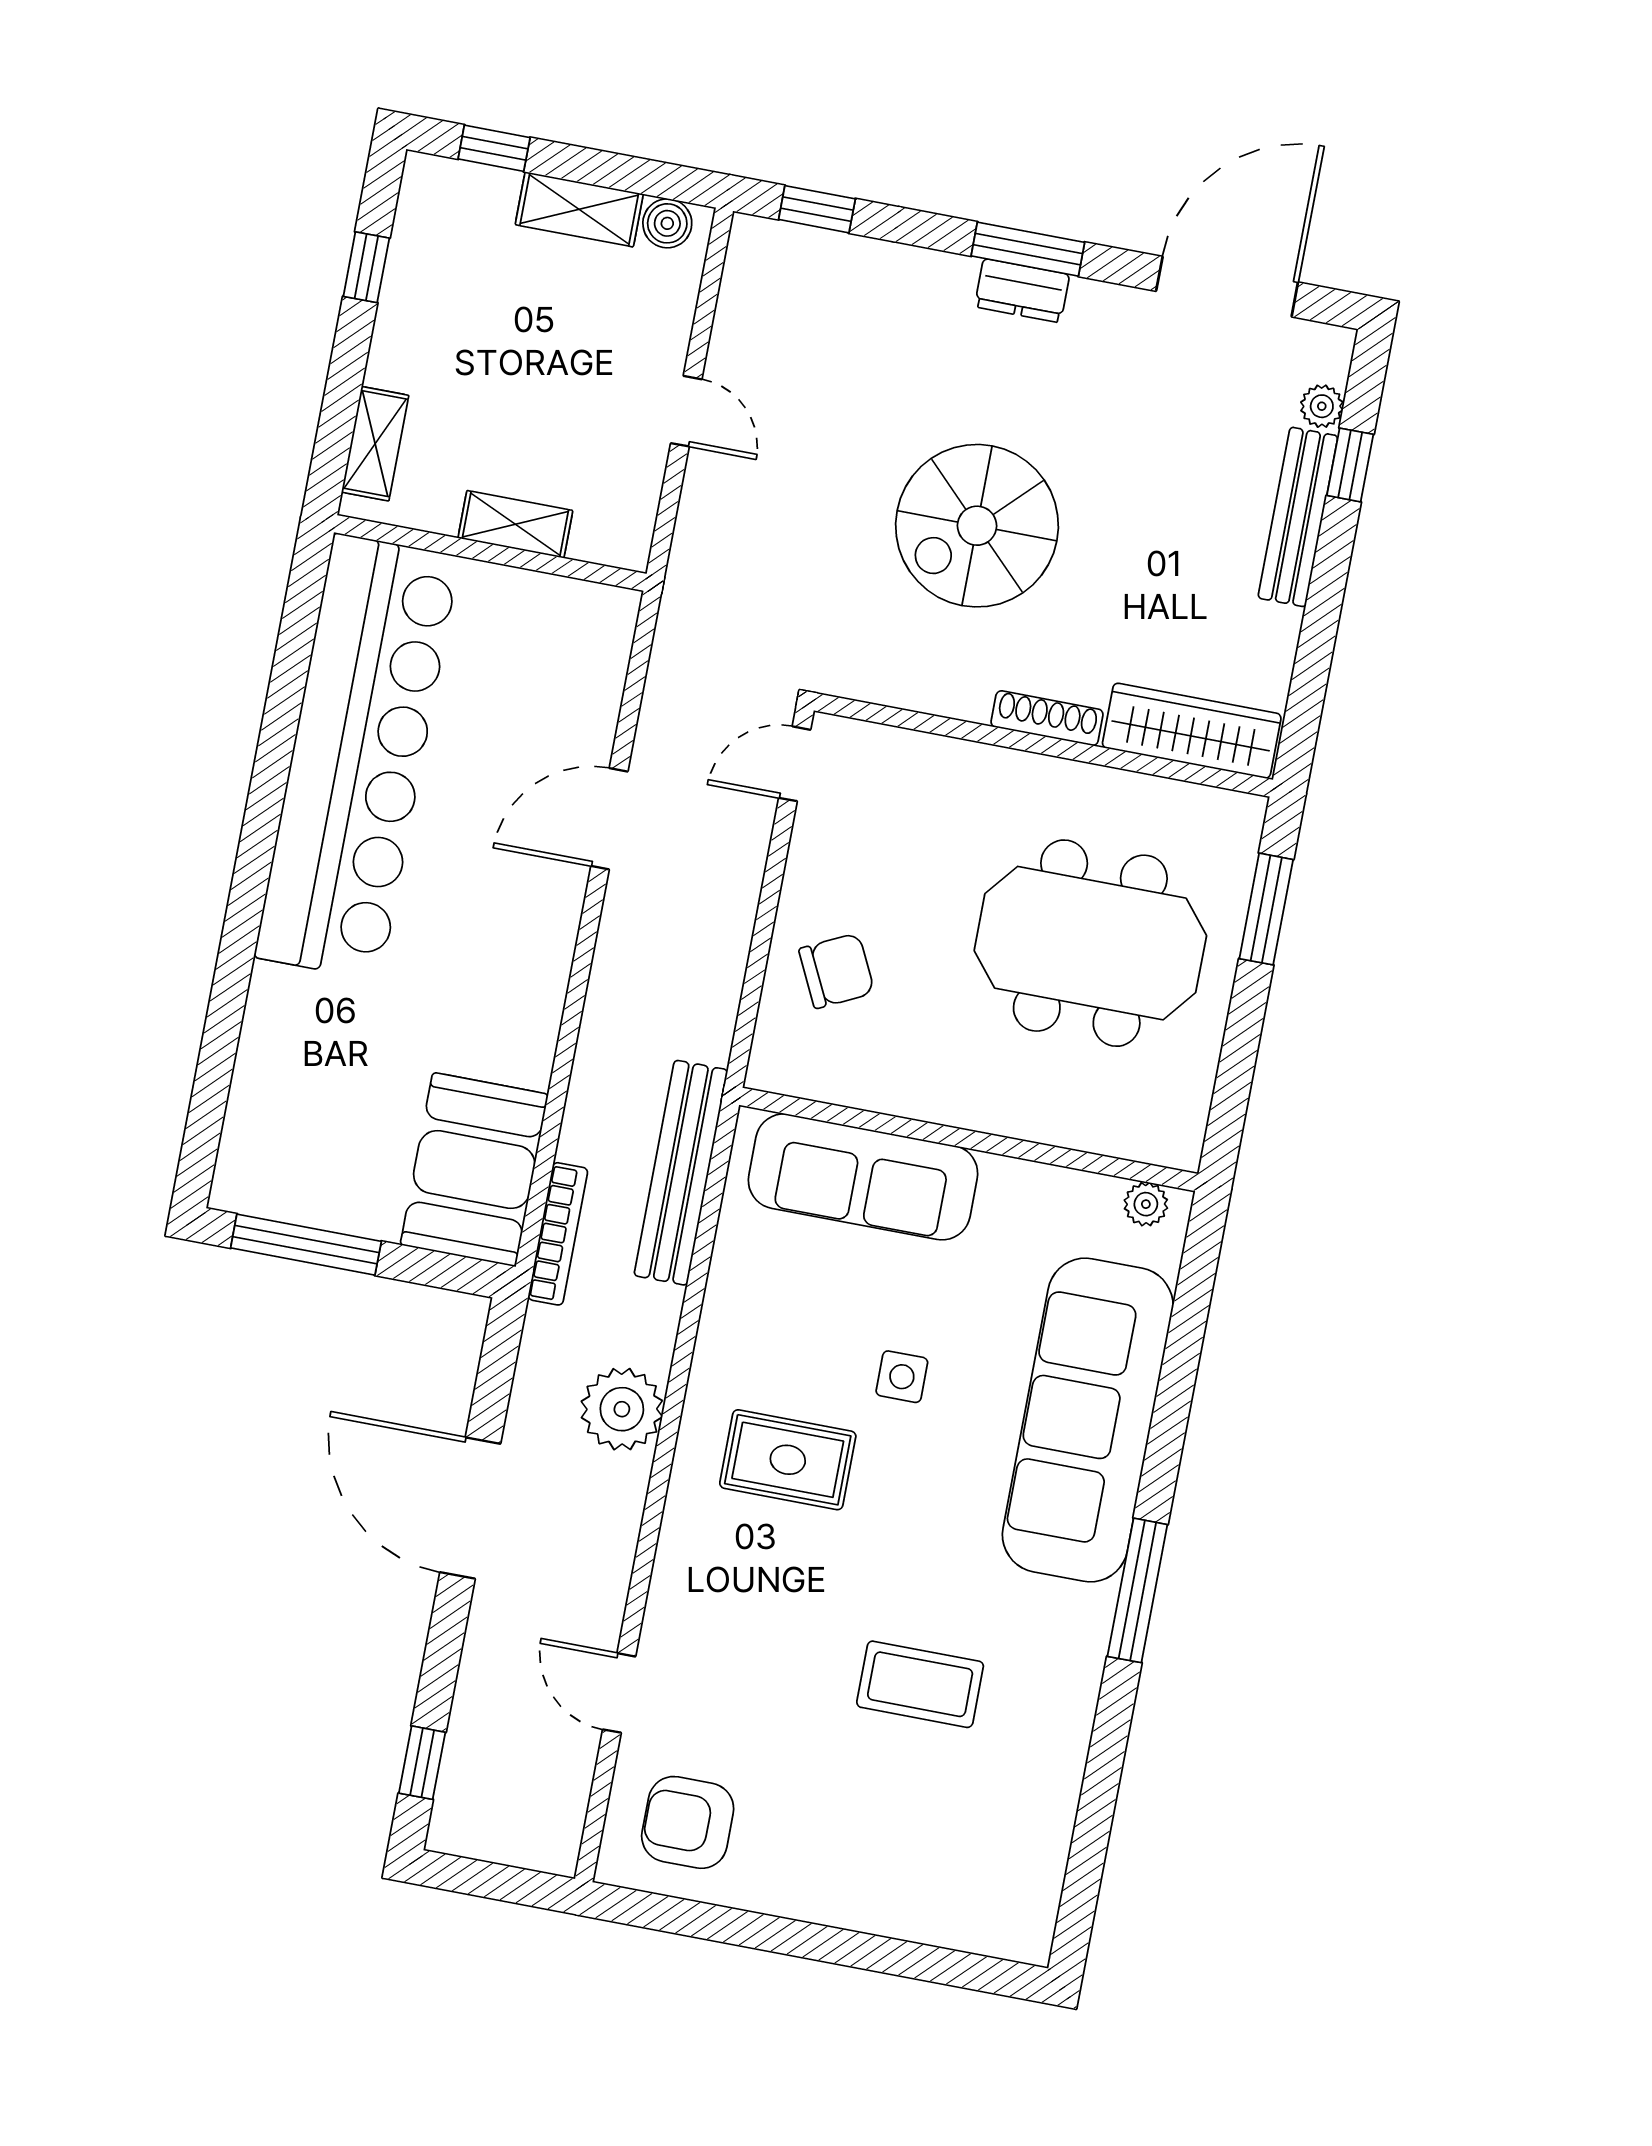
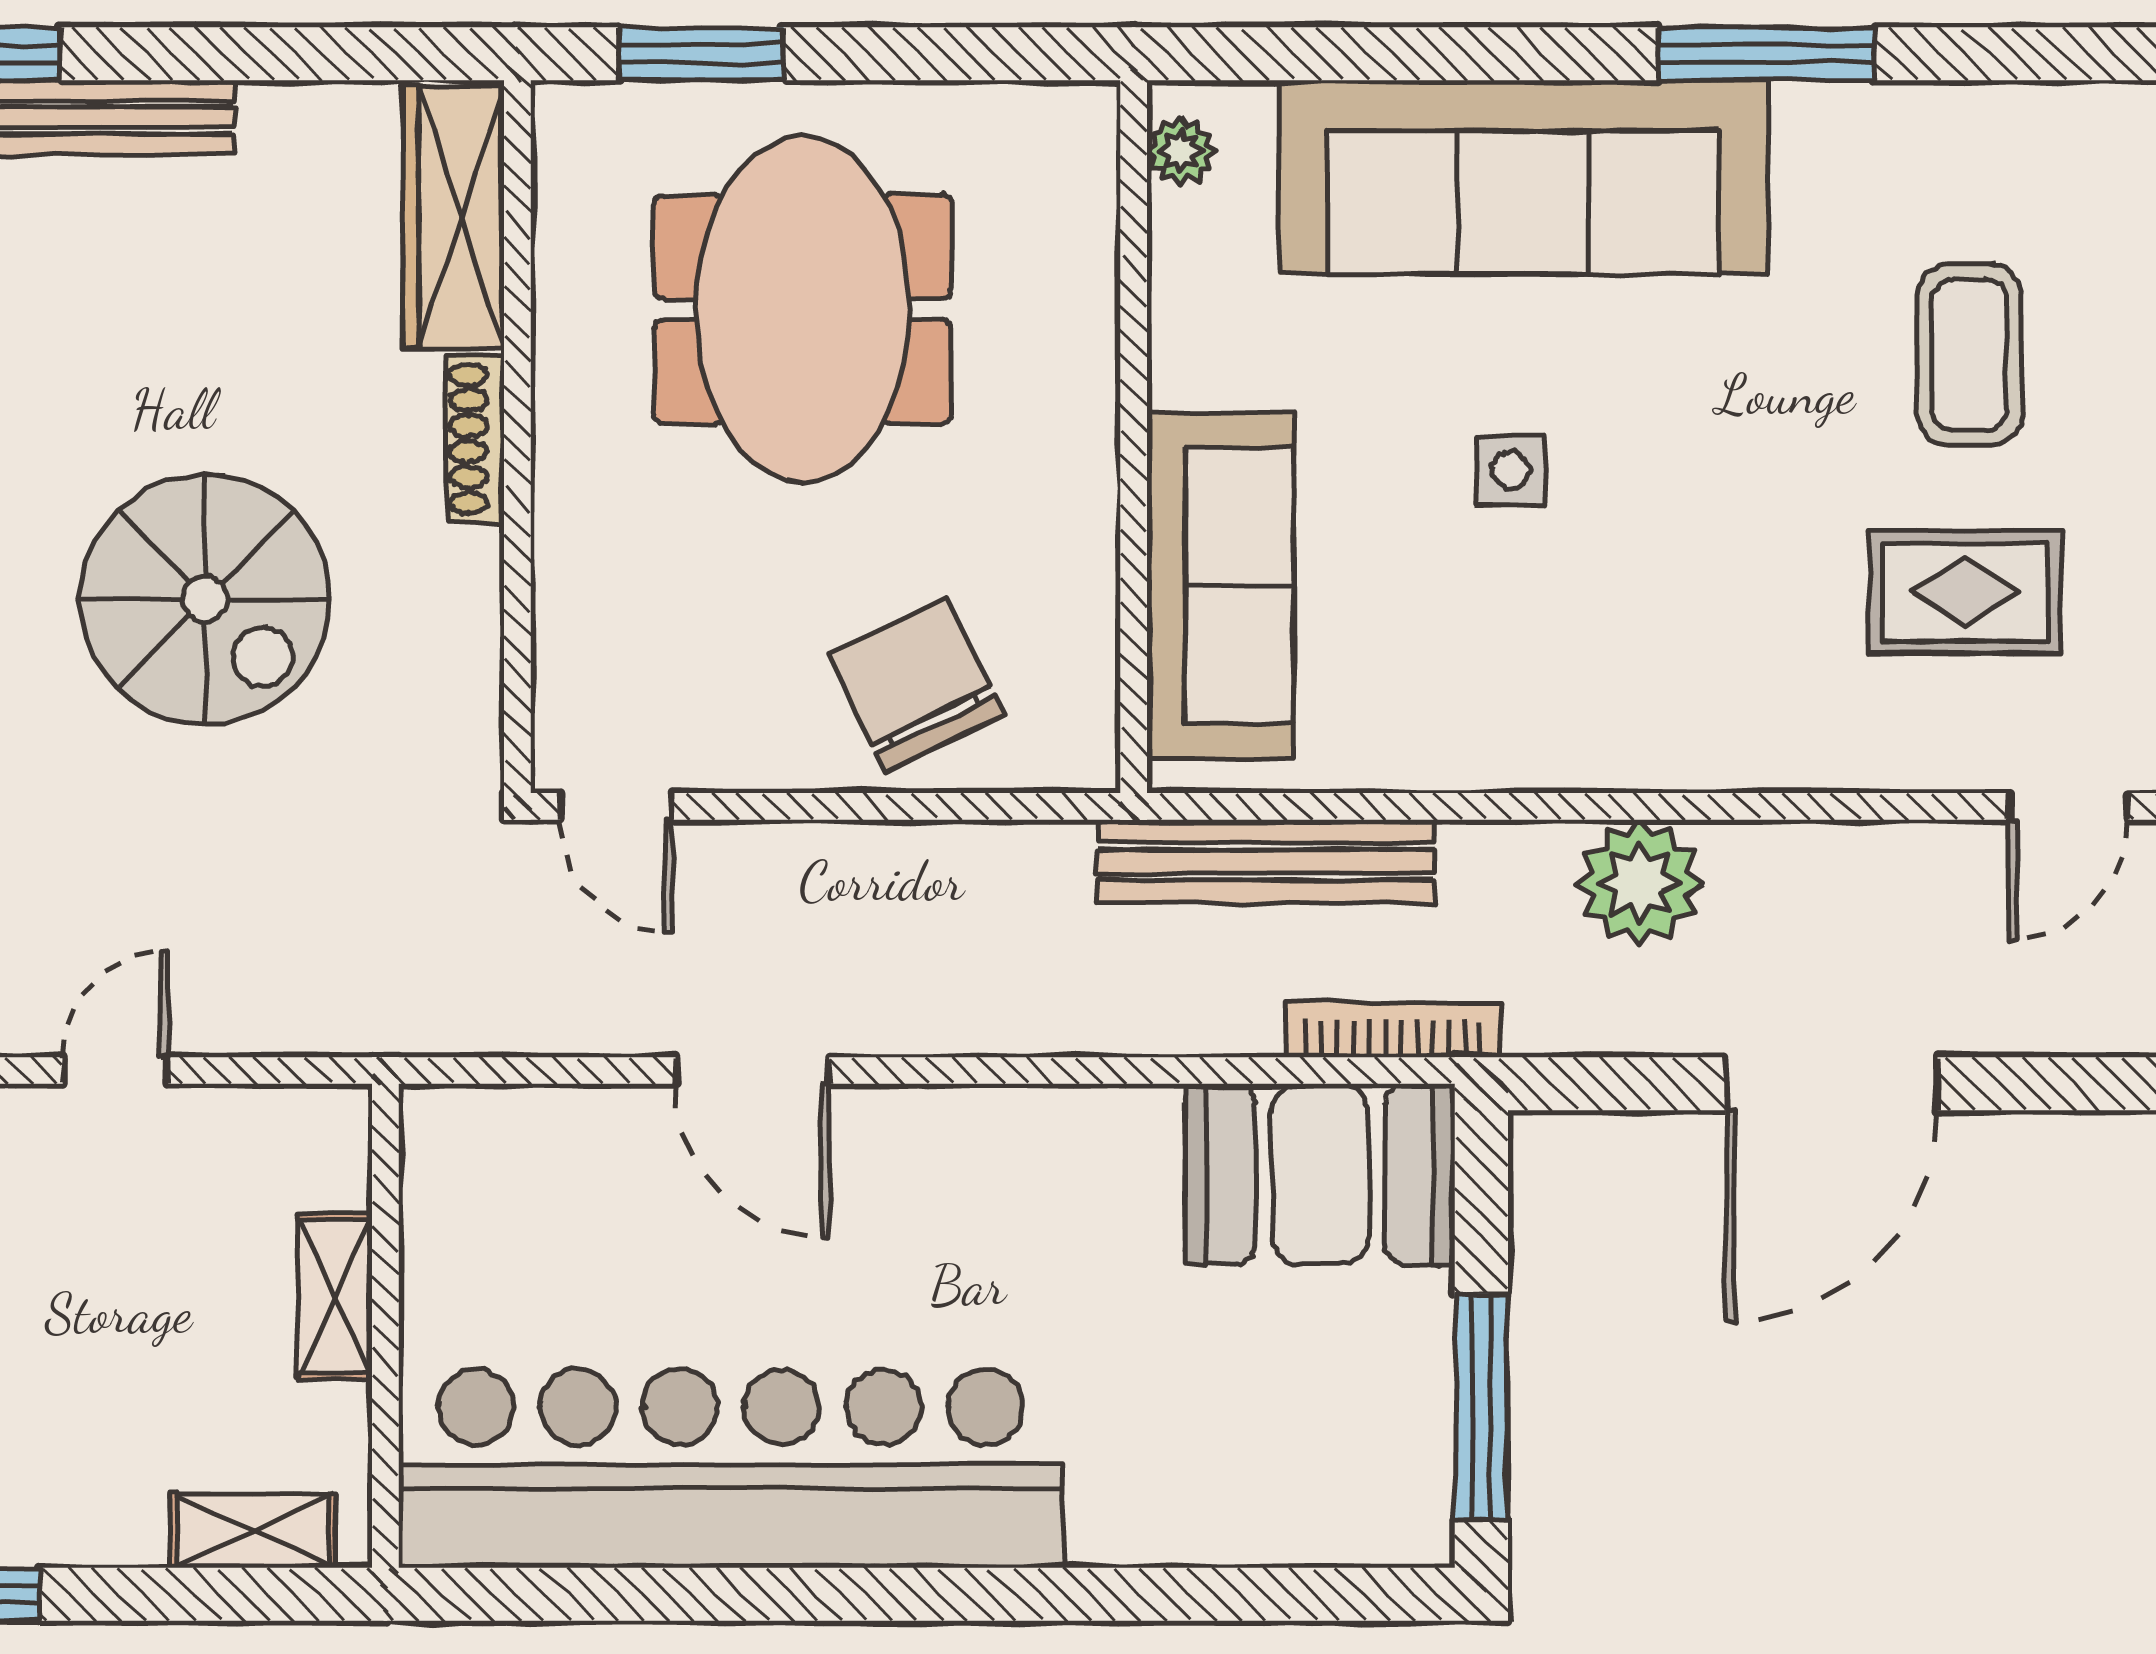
chair: (837, 971) -> (917, 684), width x1.37, depth x1.37
rug: (788, 1460) -> (1965, 592), moved, turned 90

